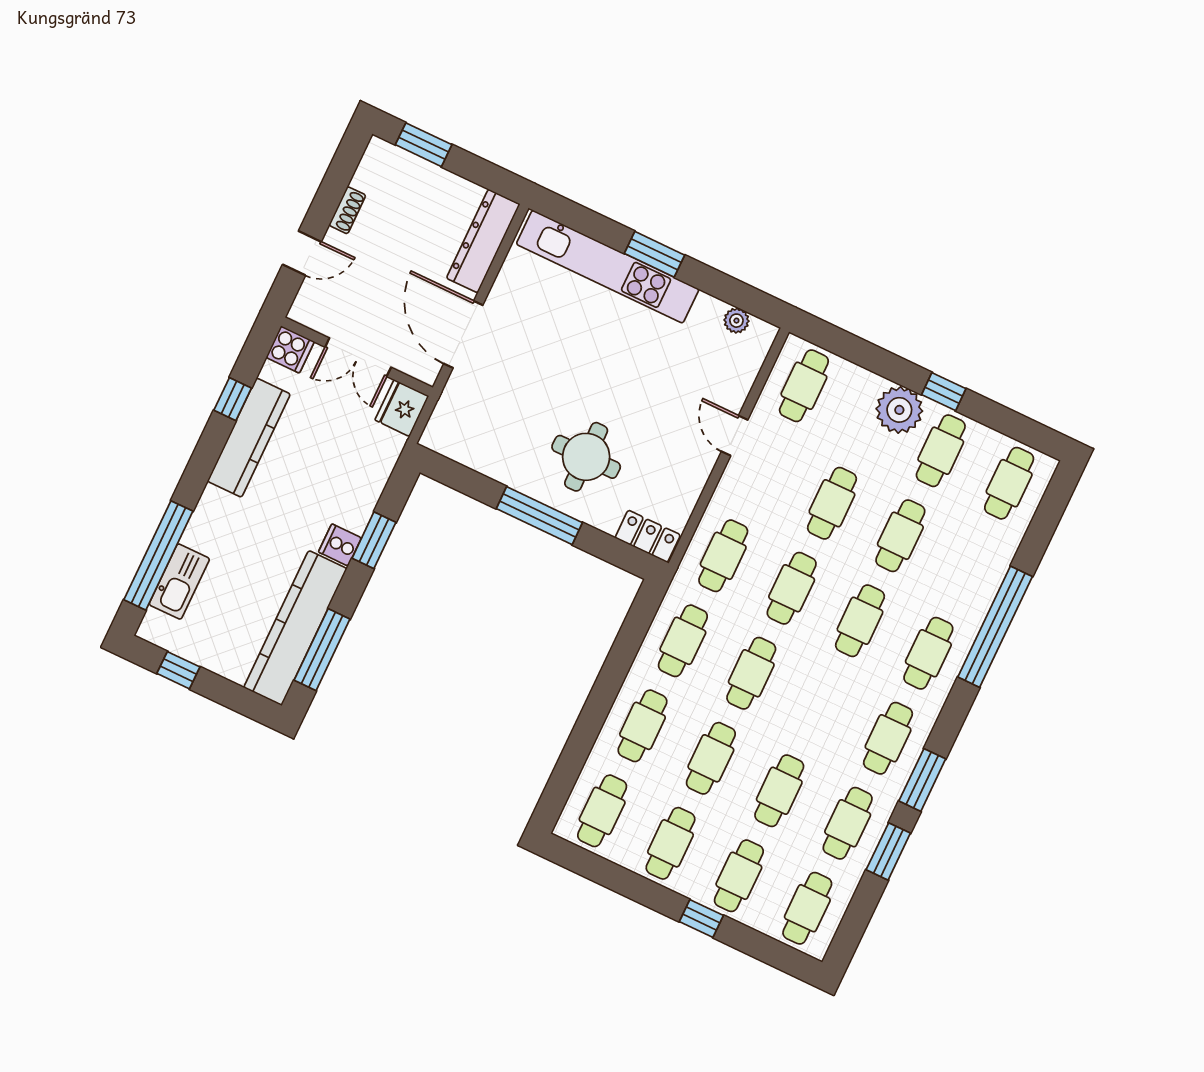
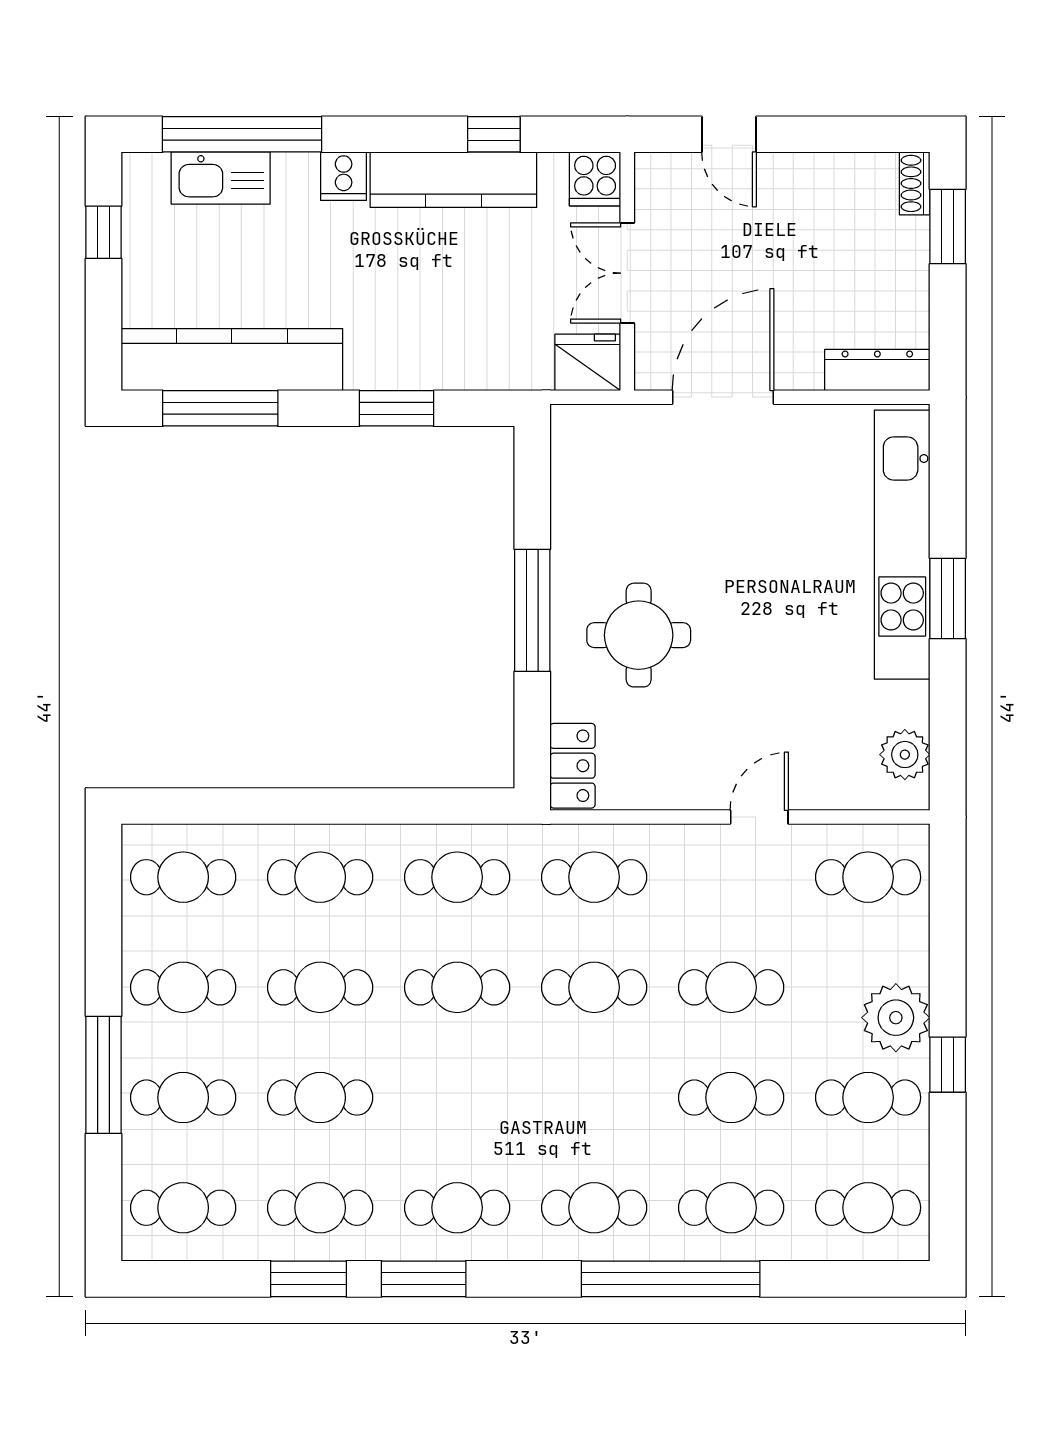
shoe rack: (347, 210) -> (915, 183), moved, turned 90
dresser: (483, 241) -> (877, 370), width x0.73, depth x0.80
plant: (736, 321) -> (905, 755), width x1.38, depth x1.38
cooker: (340, 545) -> (344, 176), moved, turned 180
cafe table: (860, 621) -> (731, 1208), moved
window: (701, 919) -> (104, 1075), width x2.17

